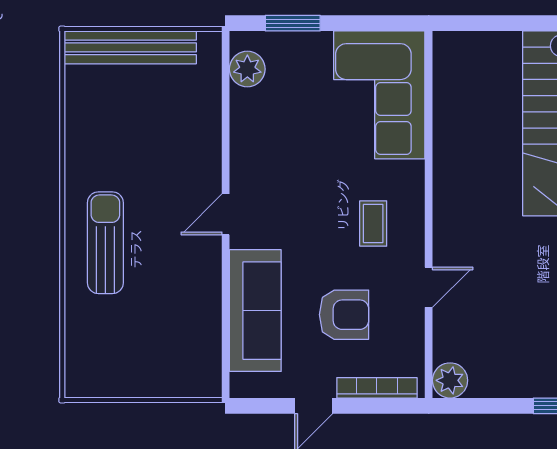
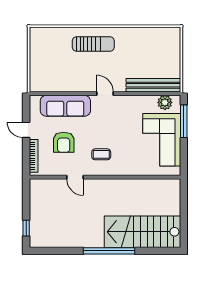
window: (293, 23) -> (184, 121), width x1.44
bench: (130, 47) -> (153, 85), moved, turned 90
corner sofa: (379, 95) -> (162, 140), moved, turned -90
plant: (450, 380) -> (37, 186), removed

